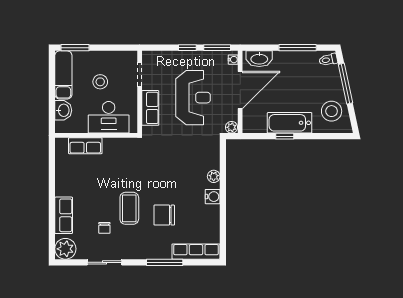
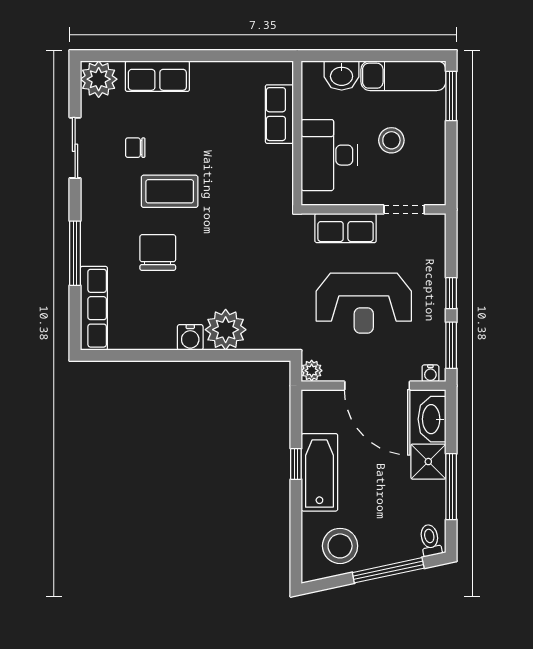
shower: (283, 61) -> (428, 462), added
plant: (214, 176) -> (226, 330), width x1.87, depth x1.87

